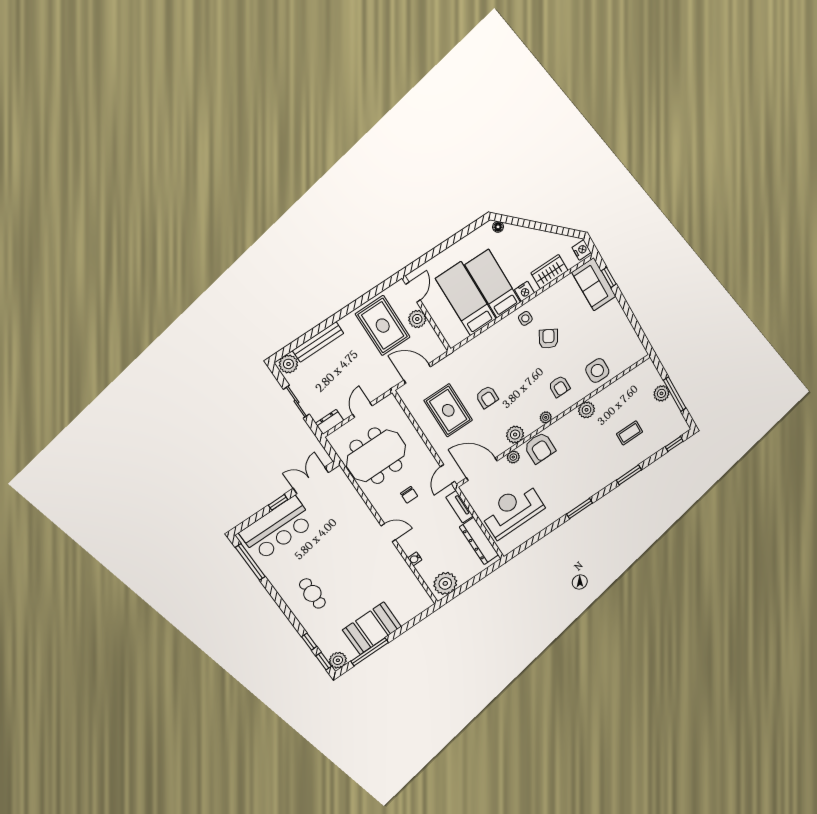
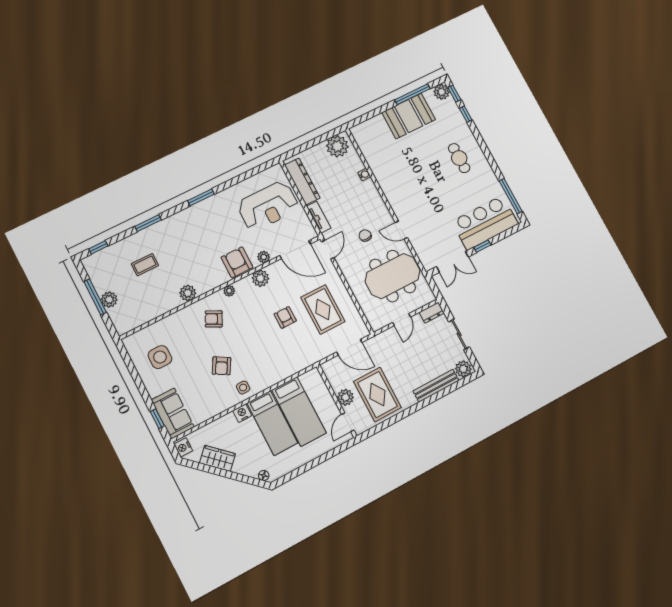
wardrobe: (550, 272) -> (217, 458), moved, turned -136
side table: (597, 371) -> (160, 357), moved
armchair: (559, 386) -> (214, 319), turned -63
door: (388, 533) -> (401, 230), moved

